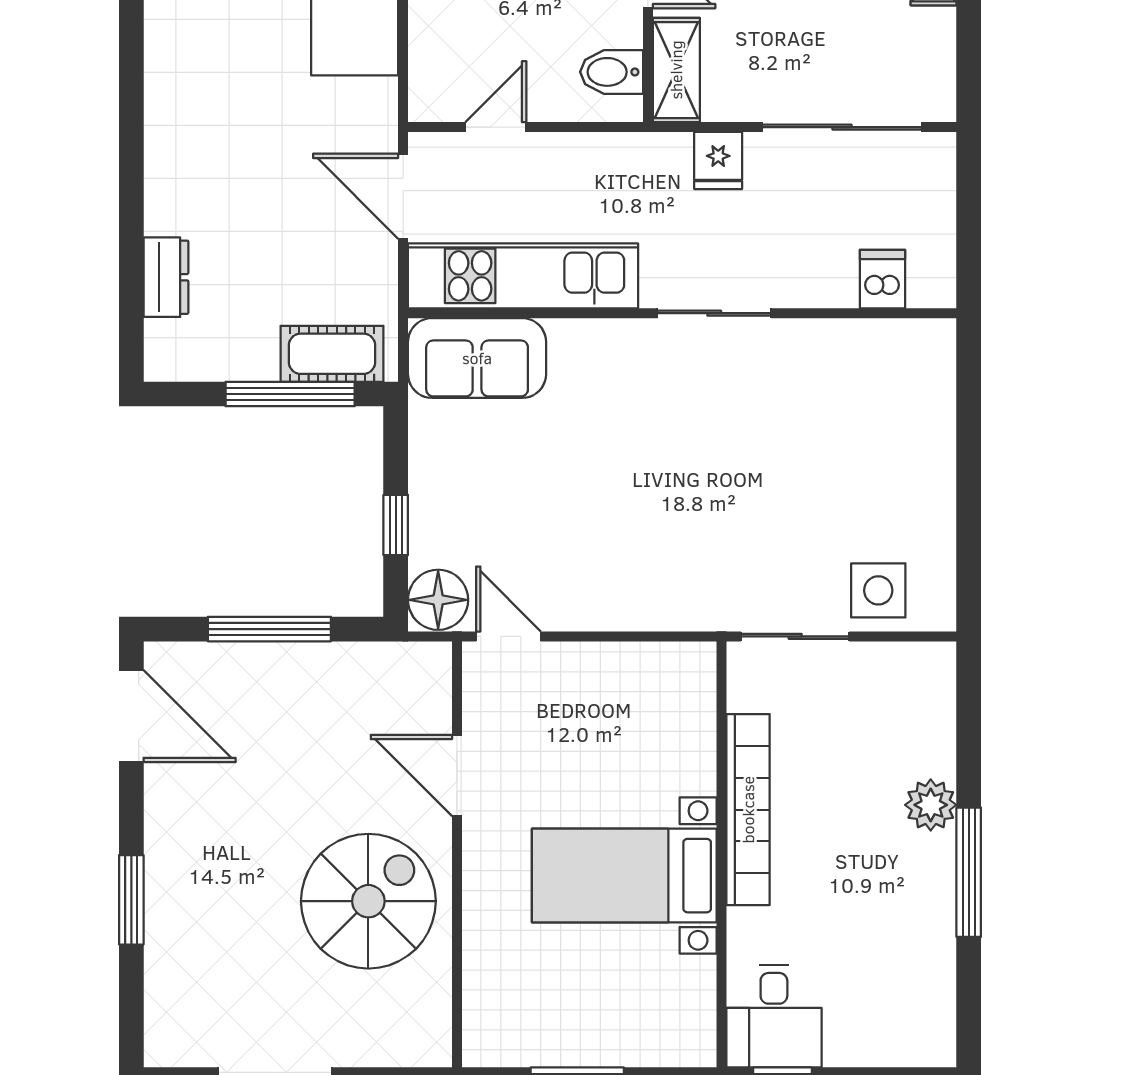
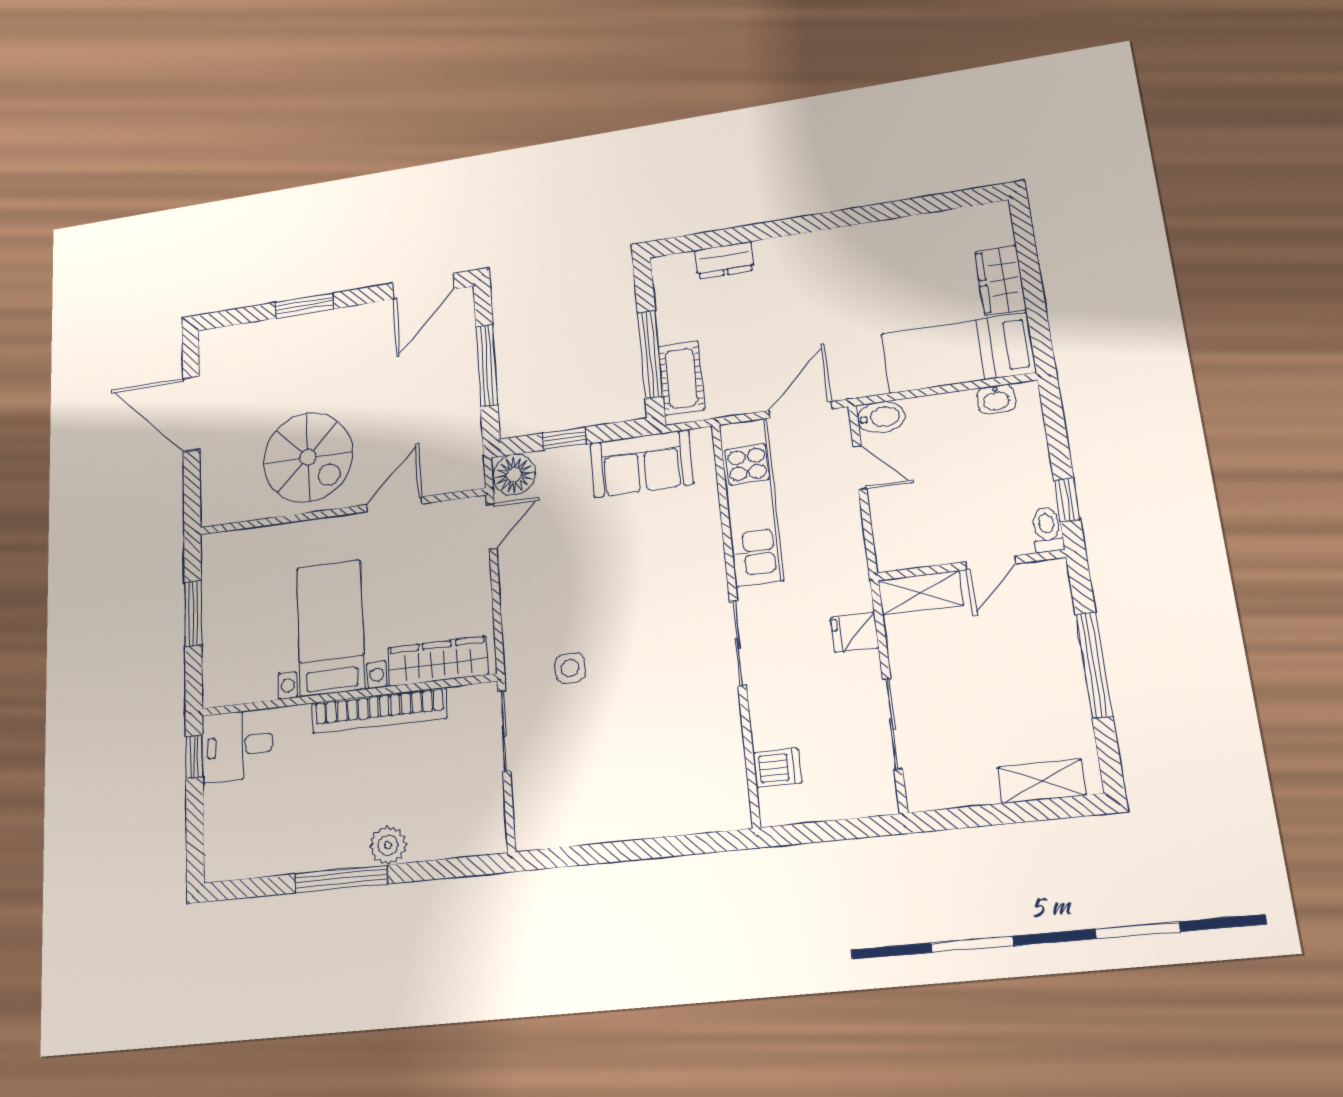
bidet: (612, 72) -> (881, 417), moved, turned 90
sliding door: (842, 127) -> (892, 724), width x0.73
sofa: (477, 358) -> (642, 464), moved, turned -90
side table: (878, 590) -> (570, 668), moved, width x0.73, depth x0.73
wardrobe: (689, 723) -> (438, 661), added

